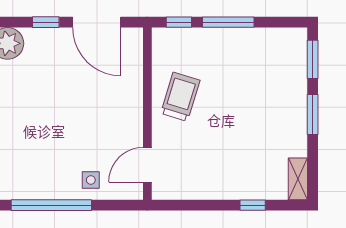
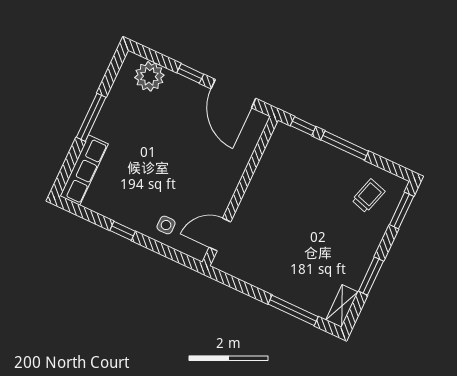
trolley: (180, 97) -> (368, 196), moved, width x0.73, depth x0.72
window: (313, 114) -> (371, 276), moved
window: (51, 205) -> (123, 231), width x0.32
window: (253, 205) -> (293, 310), width x2.17

